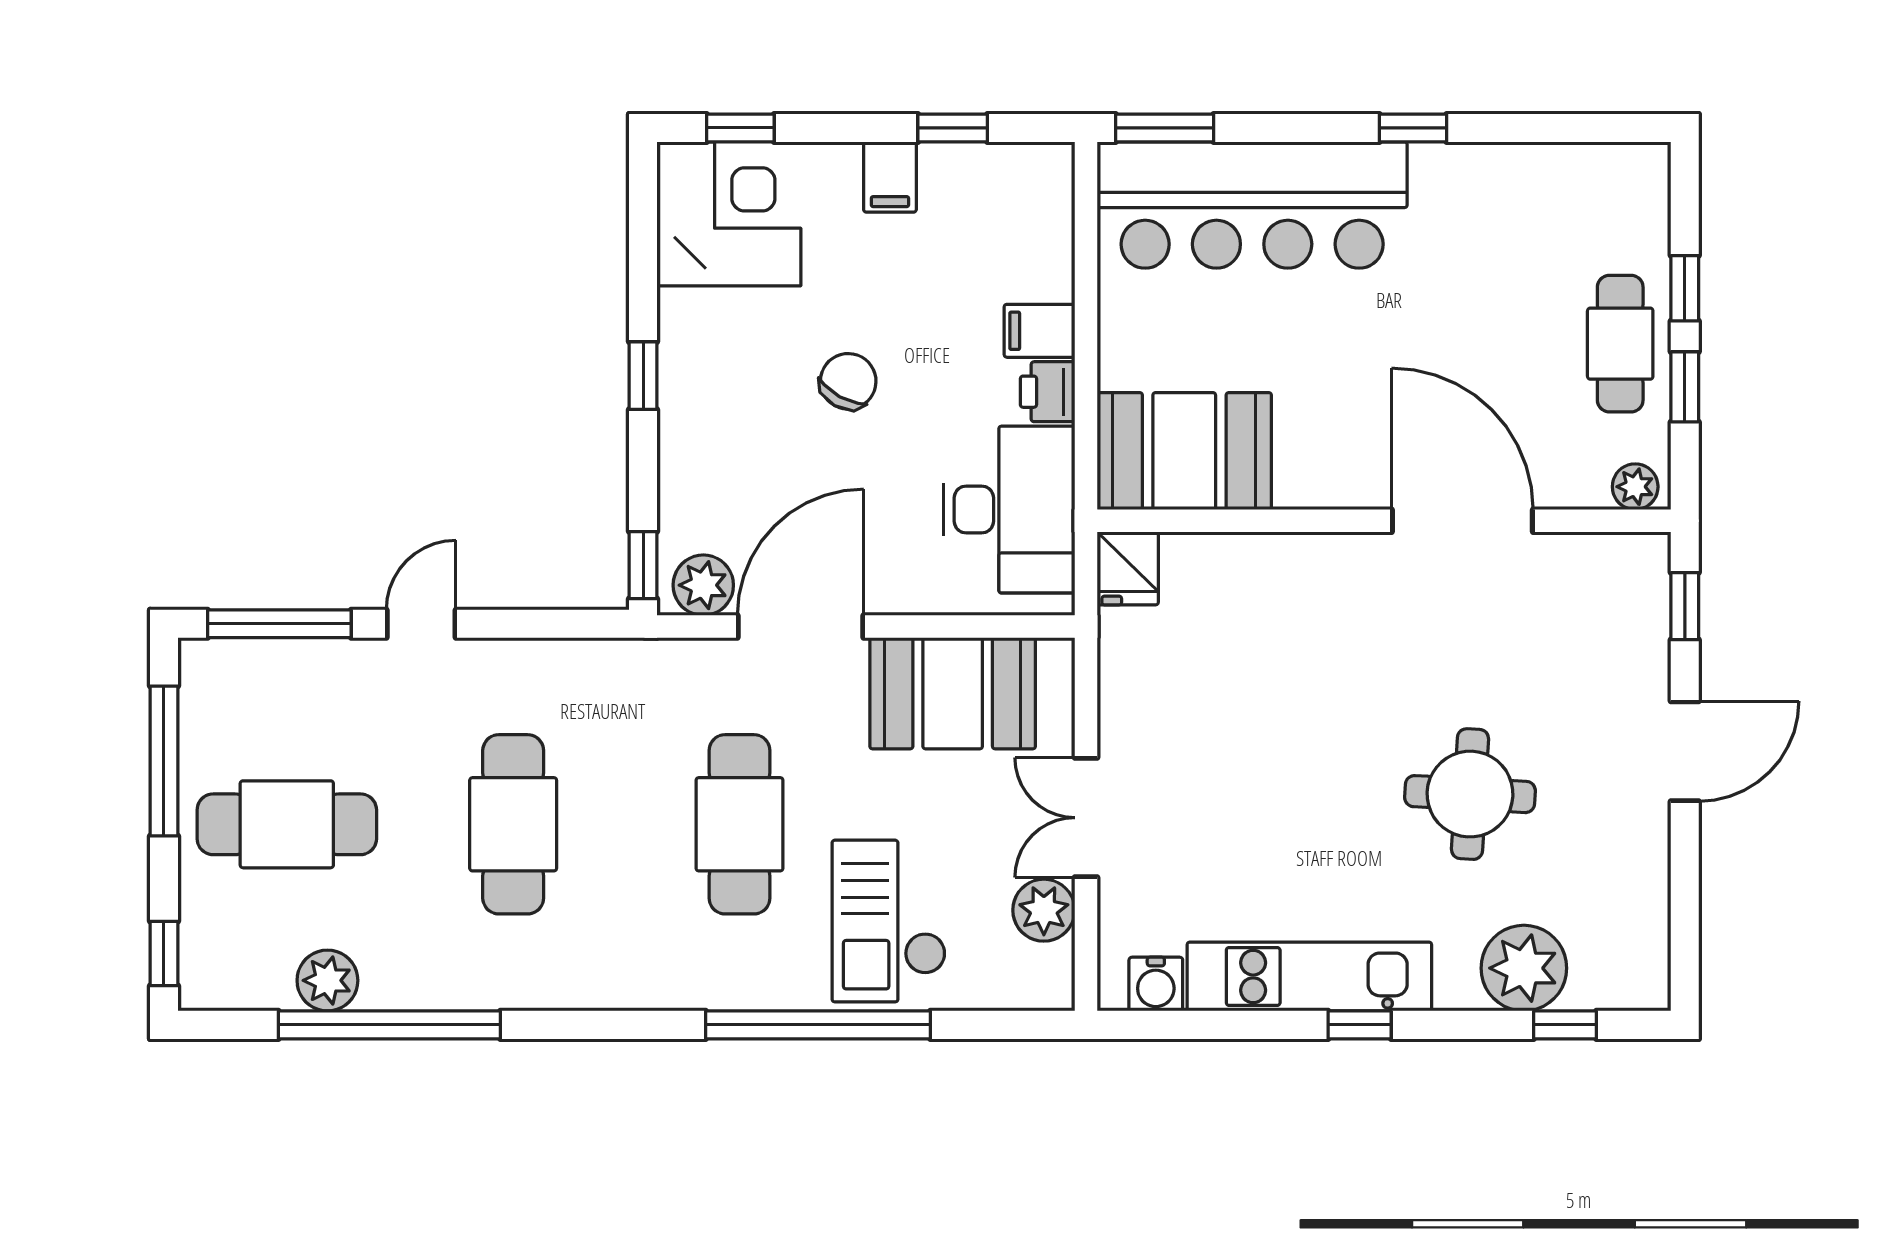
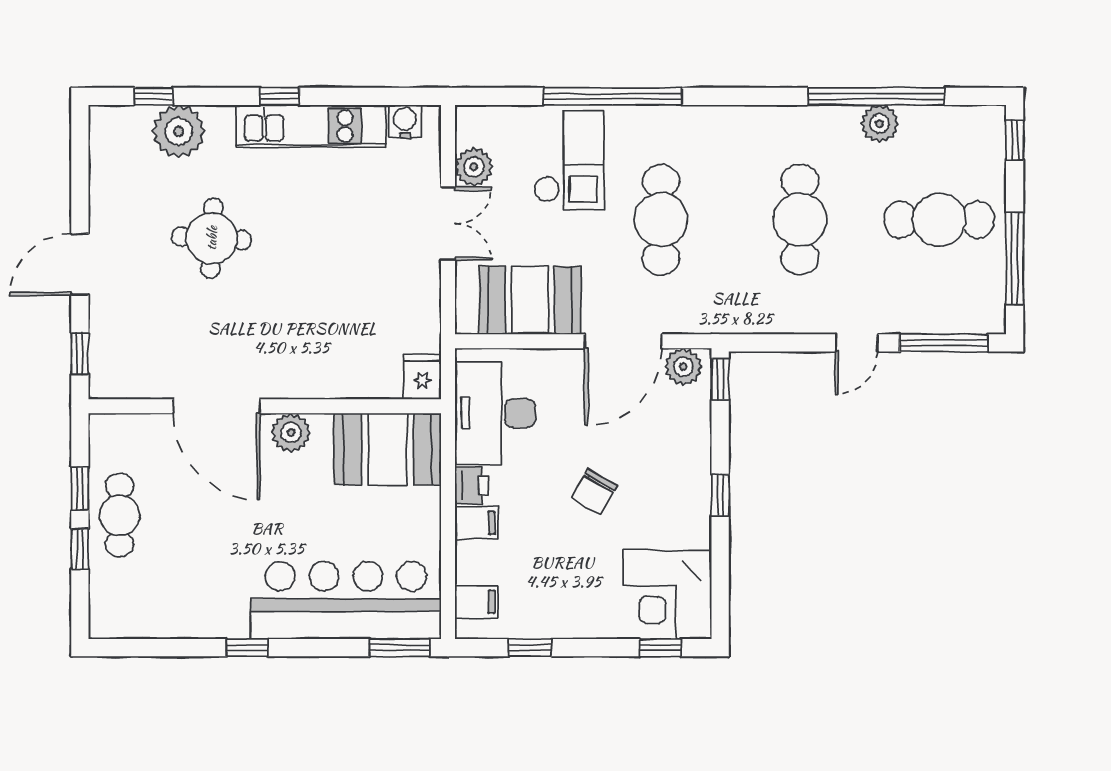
filing cabinet: (890, 177) -> (476, 602), moved, turned 90
plant: (1635, 487) -> (291, 432), moved, width x1.38, depth x1.38
plant: (327, 980) -> (879, 124), moved

